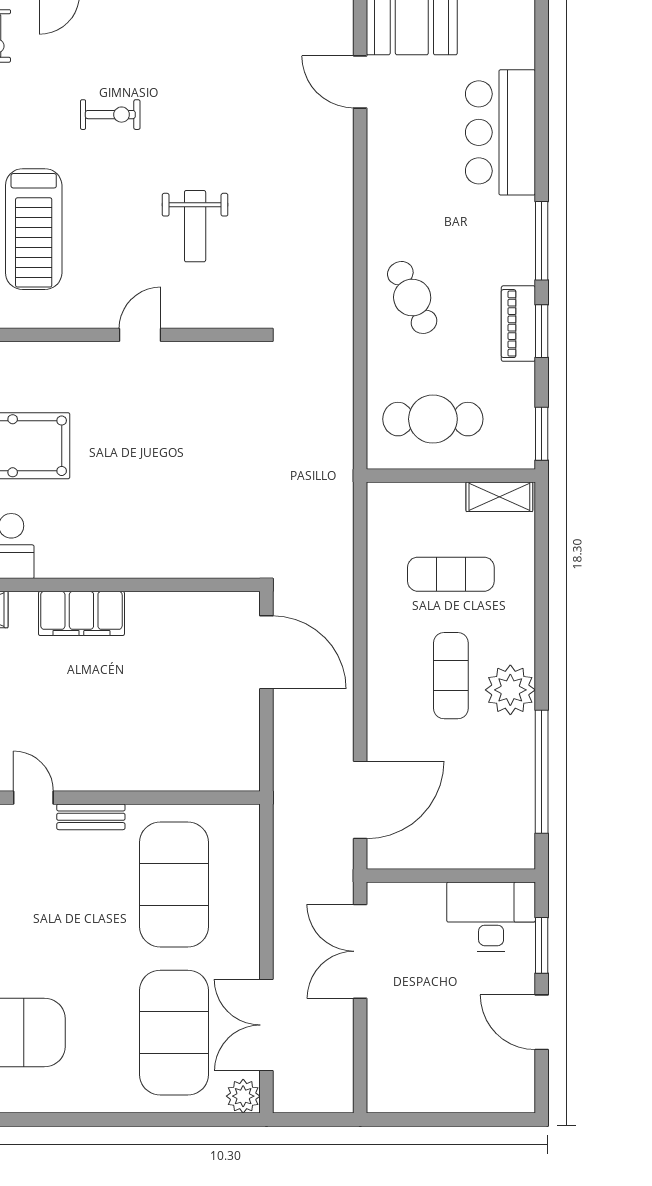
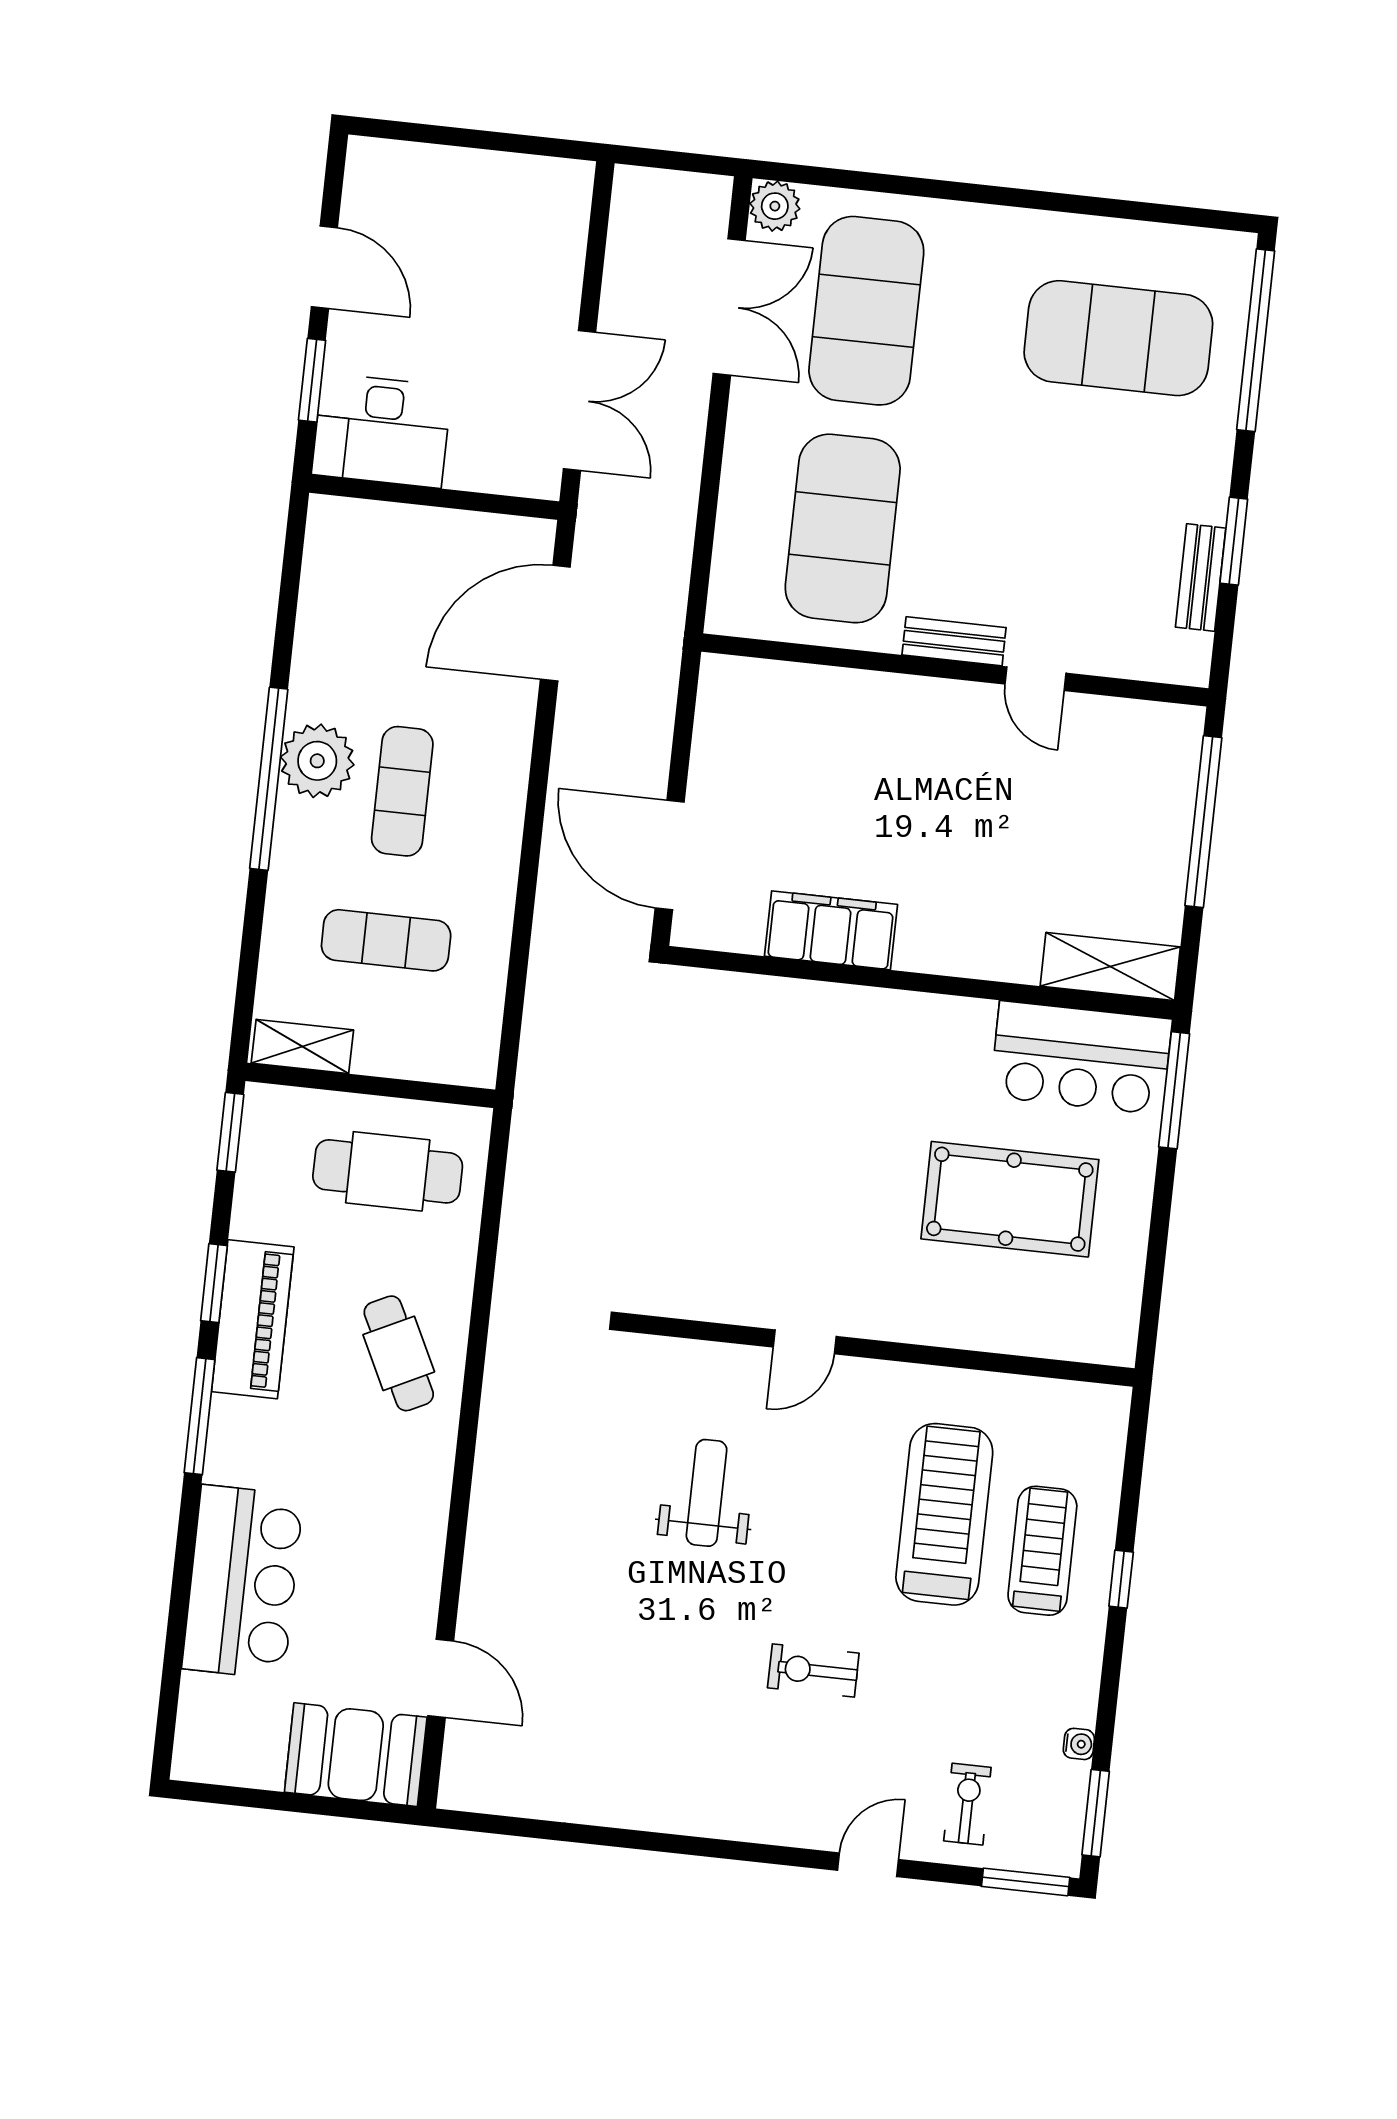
piano: (518, 324) -> (253, 1319), width x1.37, depth x1.33
filing cabinet: (81, 613) -> (831, 930), moved
window: (542, 772) -> (269, 779), moved

